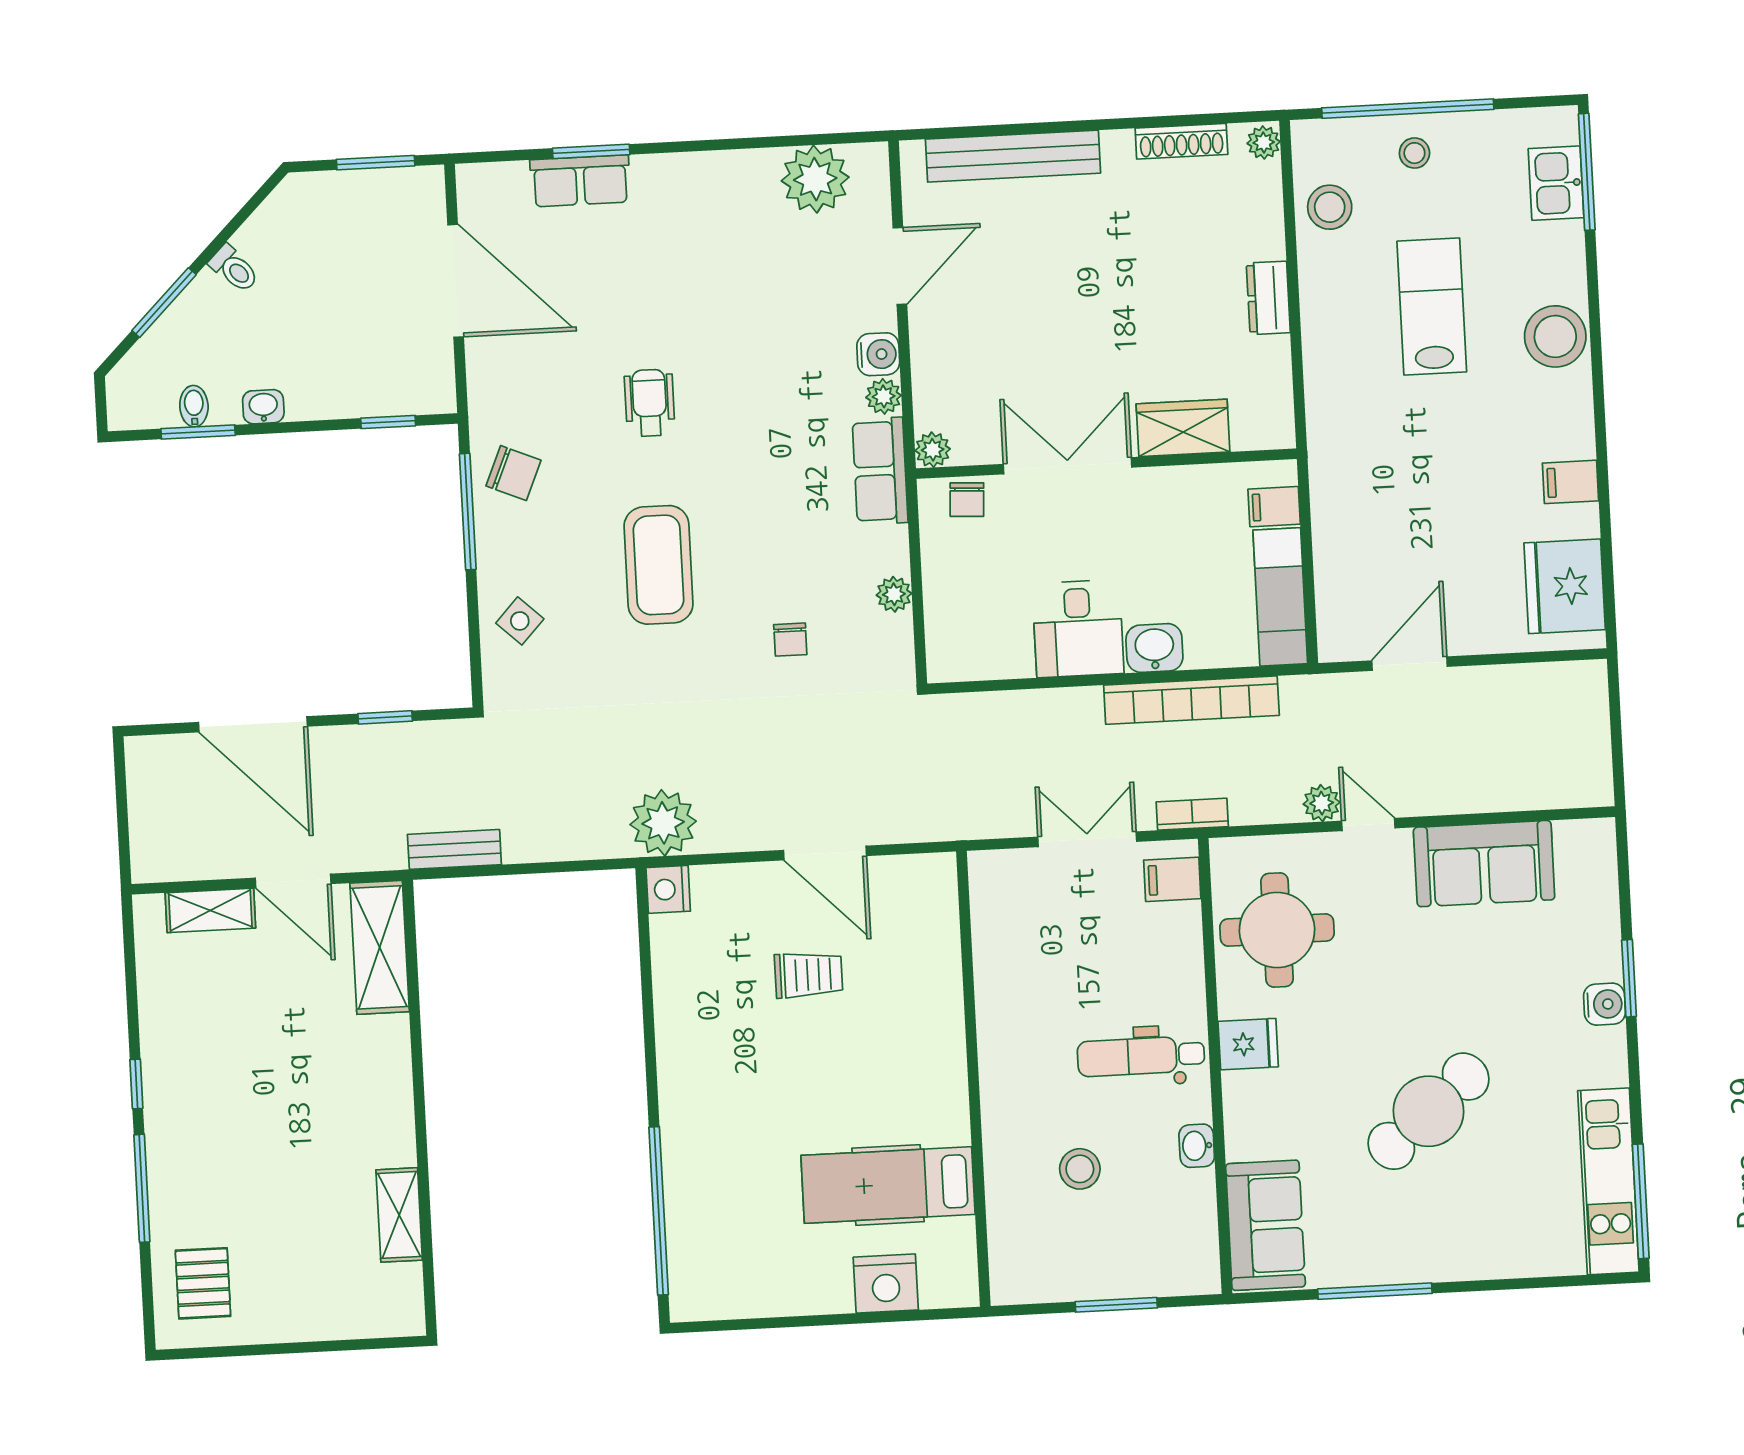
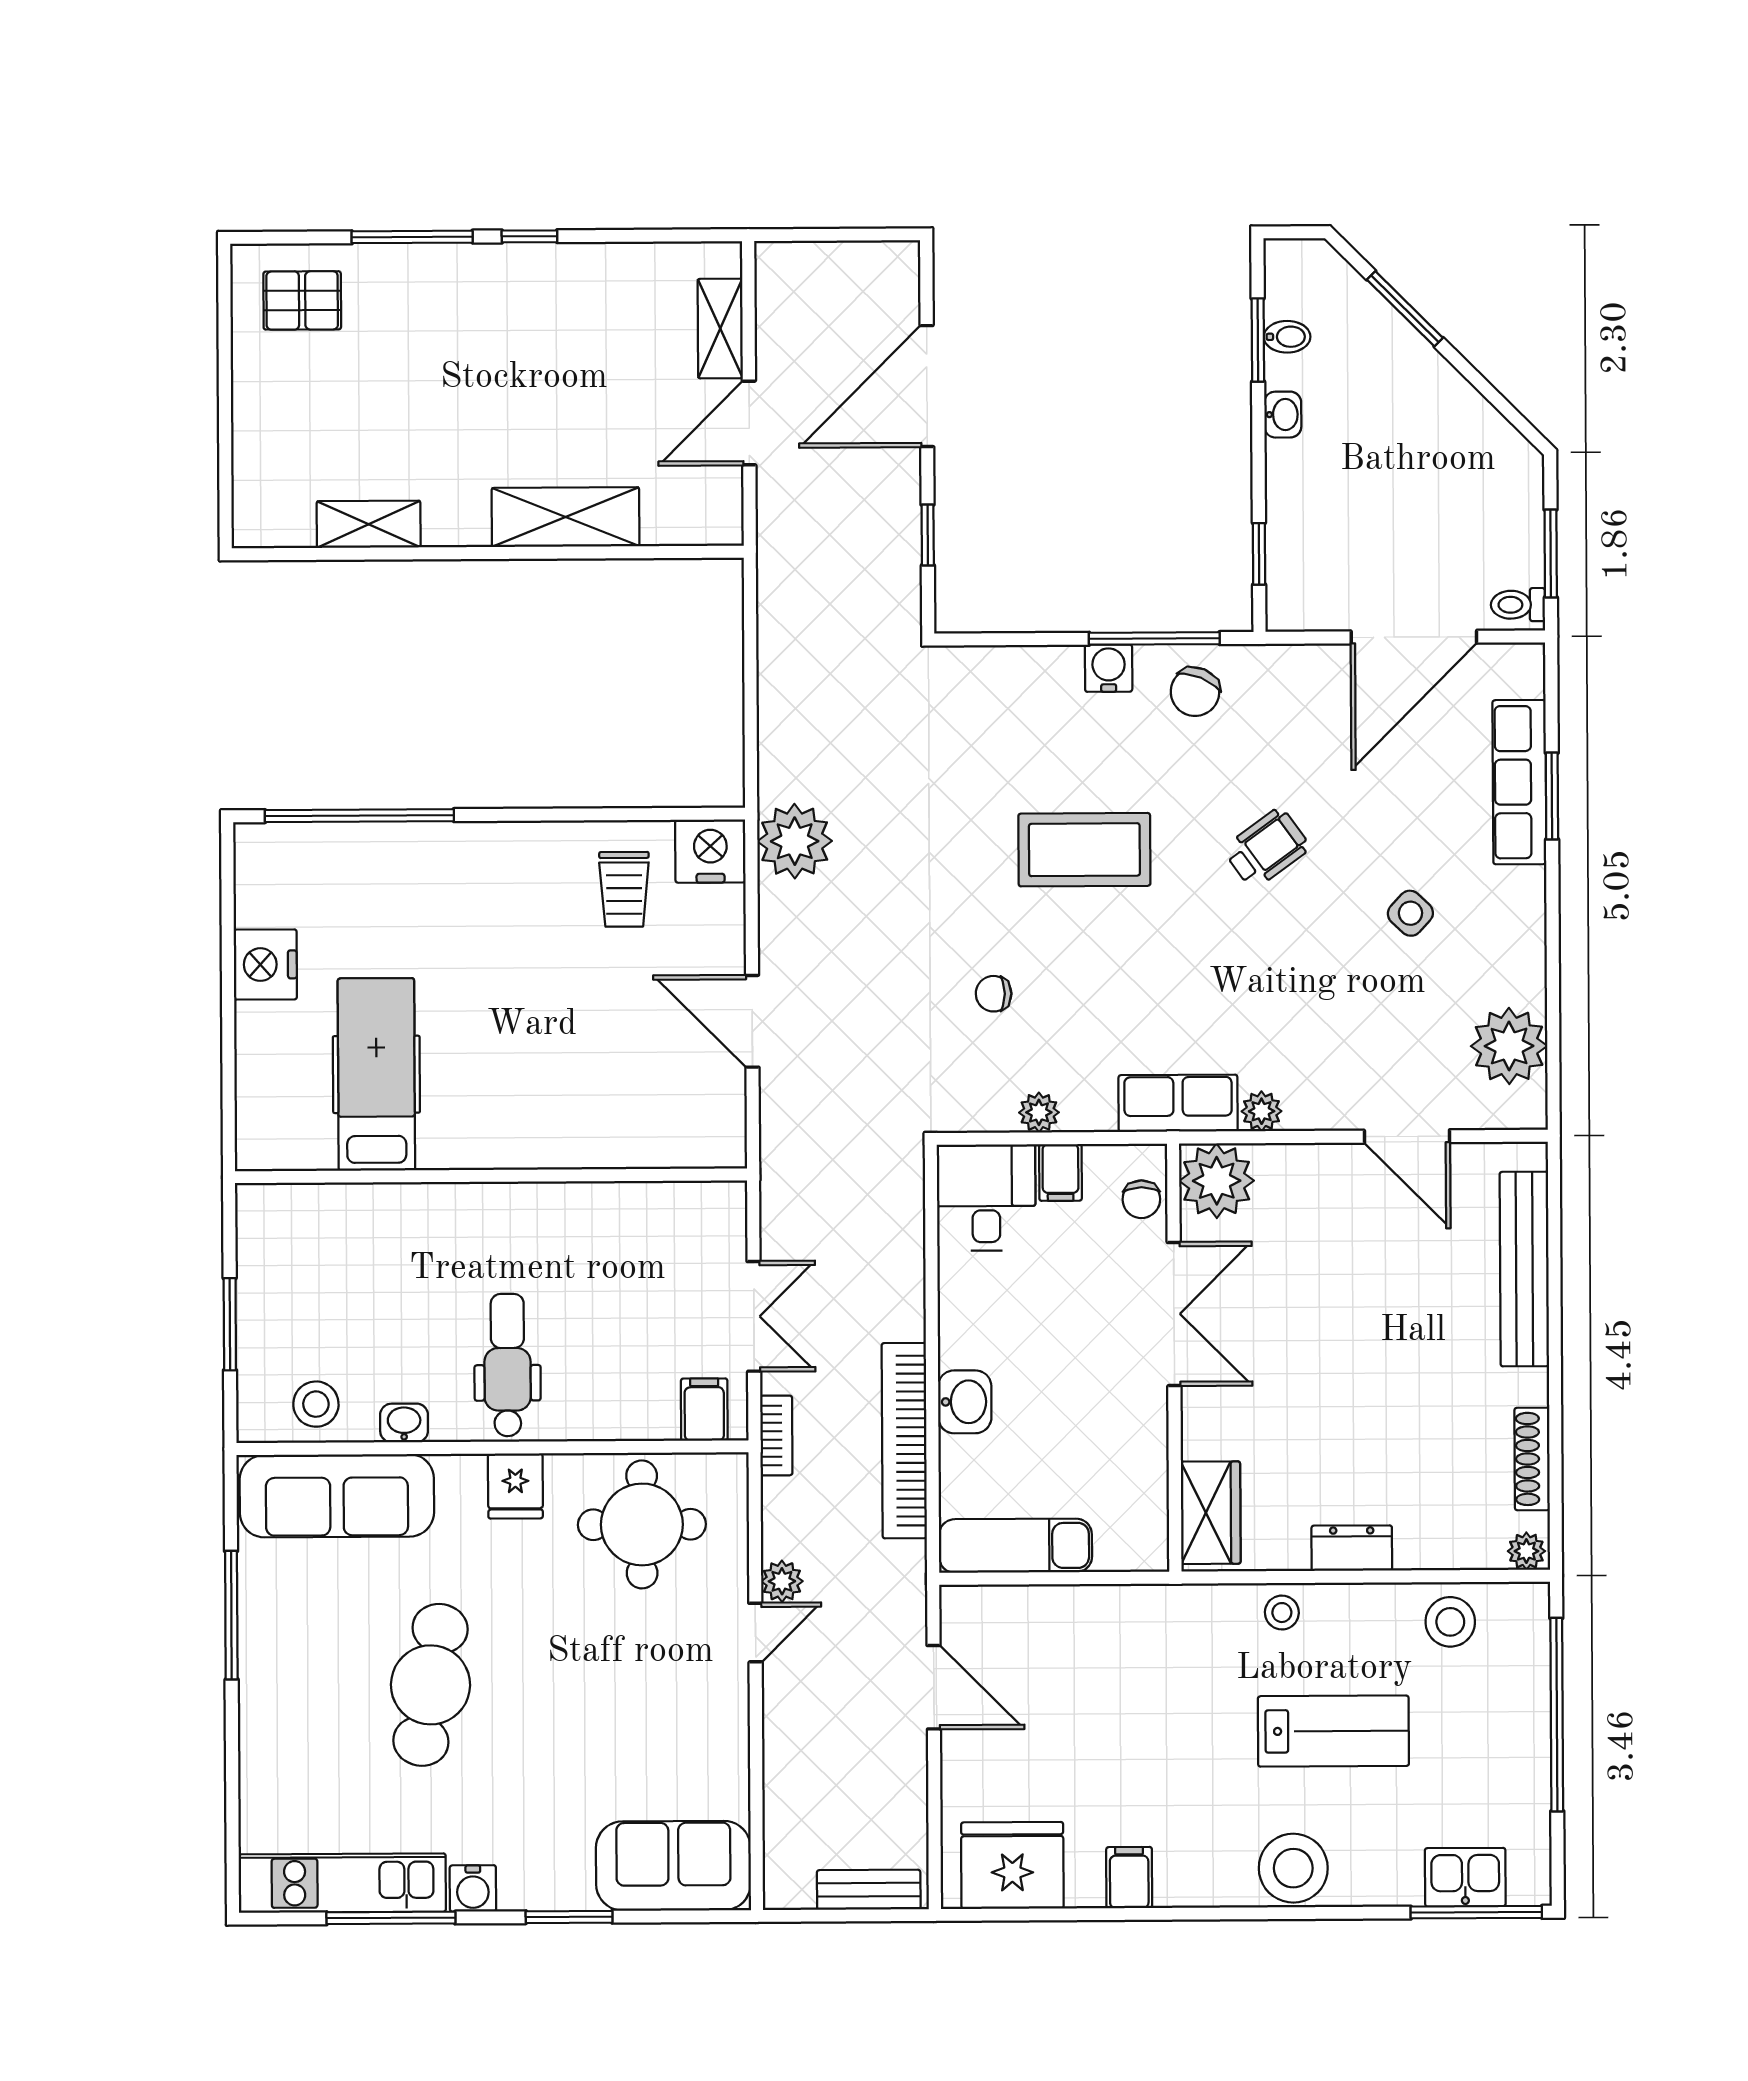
stool: (1414, 153) -> (1282, 1613), moved
row of seats: (580, 181) -> (1519, 782), width x1.48
toilet: (234, 269) -> (1518, 605), moved, turned 45
water cooler: (878, 354) -> (1109, 668), moved, turned 180
wheelchair: (650, 403) -> (1267, 848), turned -36
wardrobe: (1183, 428) -> (1211, 1513), moved
plant: (933, 450) -> (1217, 1181), width x1.87, depth x1.87
chair: (967, 500) -> (1141, 1199), turned -93
filing cabinet: (1274, 507) -> (1060, 1172), moved, turned 180
side table: (520, 621) -> (1410, 913), moved
desk: (1078, 629) -> (986, 1198), moved, turned 90
bench: (454, 849) -> (869, 1890), moved, turned 90
door: (825, 853) -> (752, 1021), hinge flipped
sofa: (1484, 864) -> (673, 1866), moved, turned 90
nightstand: (668, 889) -> (710, 851), width x1.36, depth x1.33
shelving: (380, 947) -> (566, 517), moved
trolley: (809, 975) -> (624, 889), moved
water cooler: (1605, 1004) -> (473, 1888), moved
cafe table: (1428, 1111) -> (431, 1685), turned 50
stool: (1080, 1169) -> (316, 1404), moved
window: (1641, 1201) -> (391, 1918), moved
sofa: (1265, 1225) -> (337, 1496), width x1.36
nightstand: (886, 1284) -> (265, 965), moved

